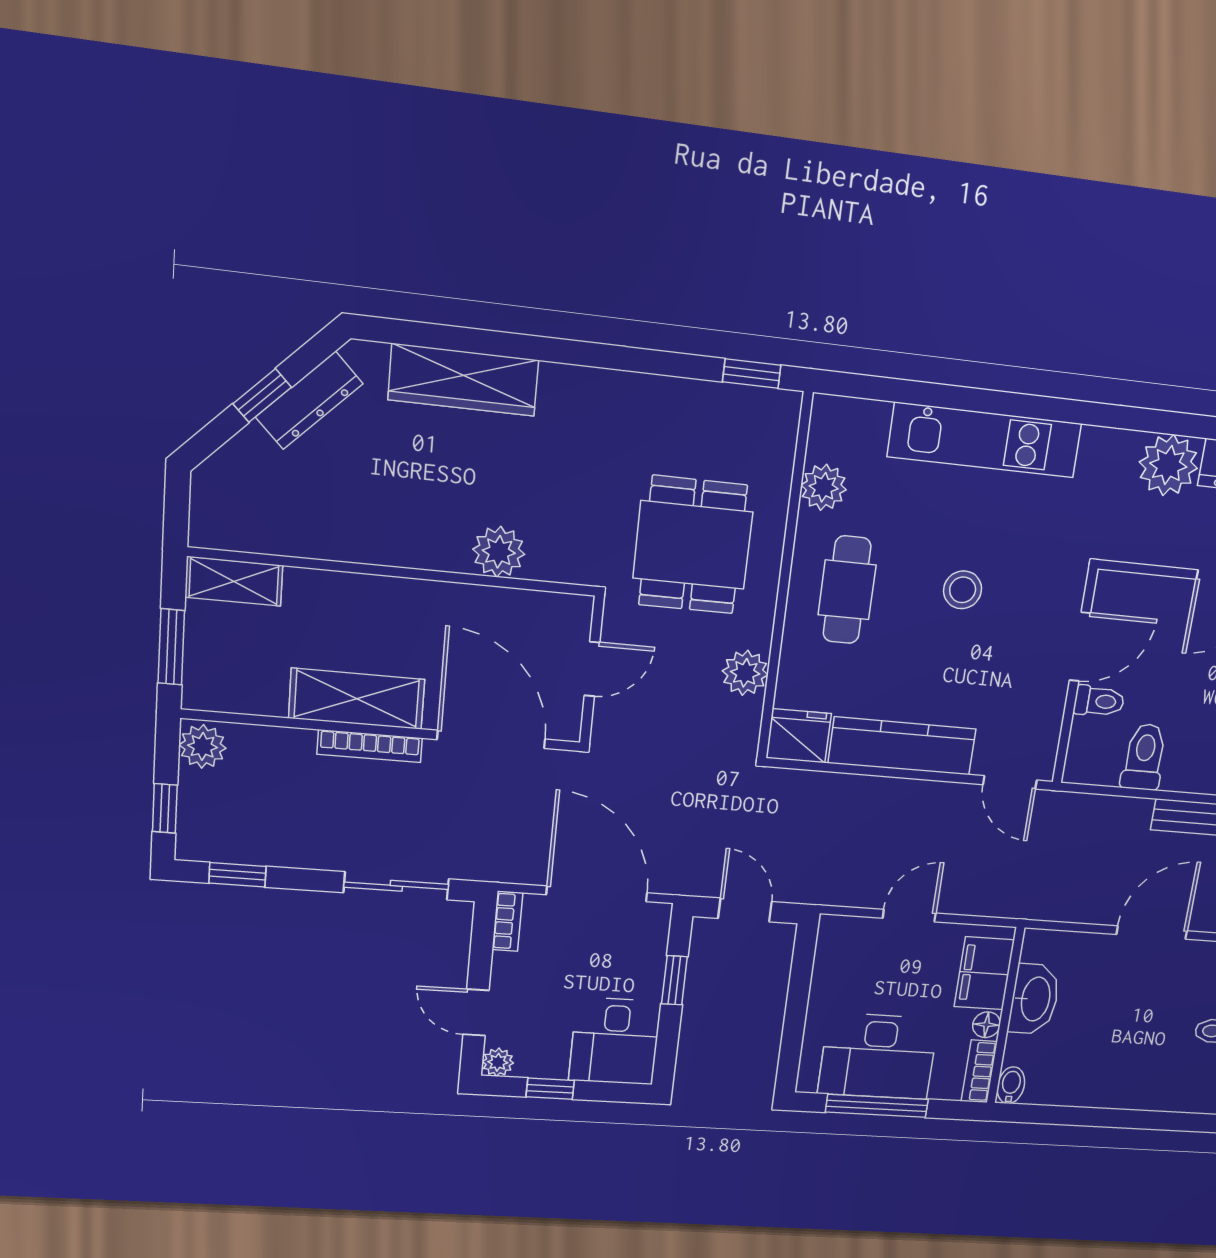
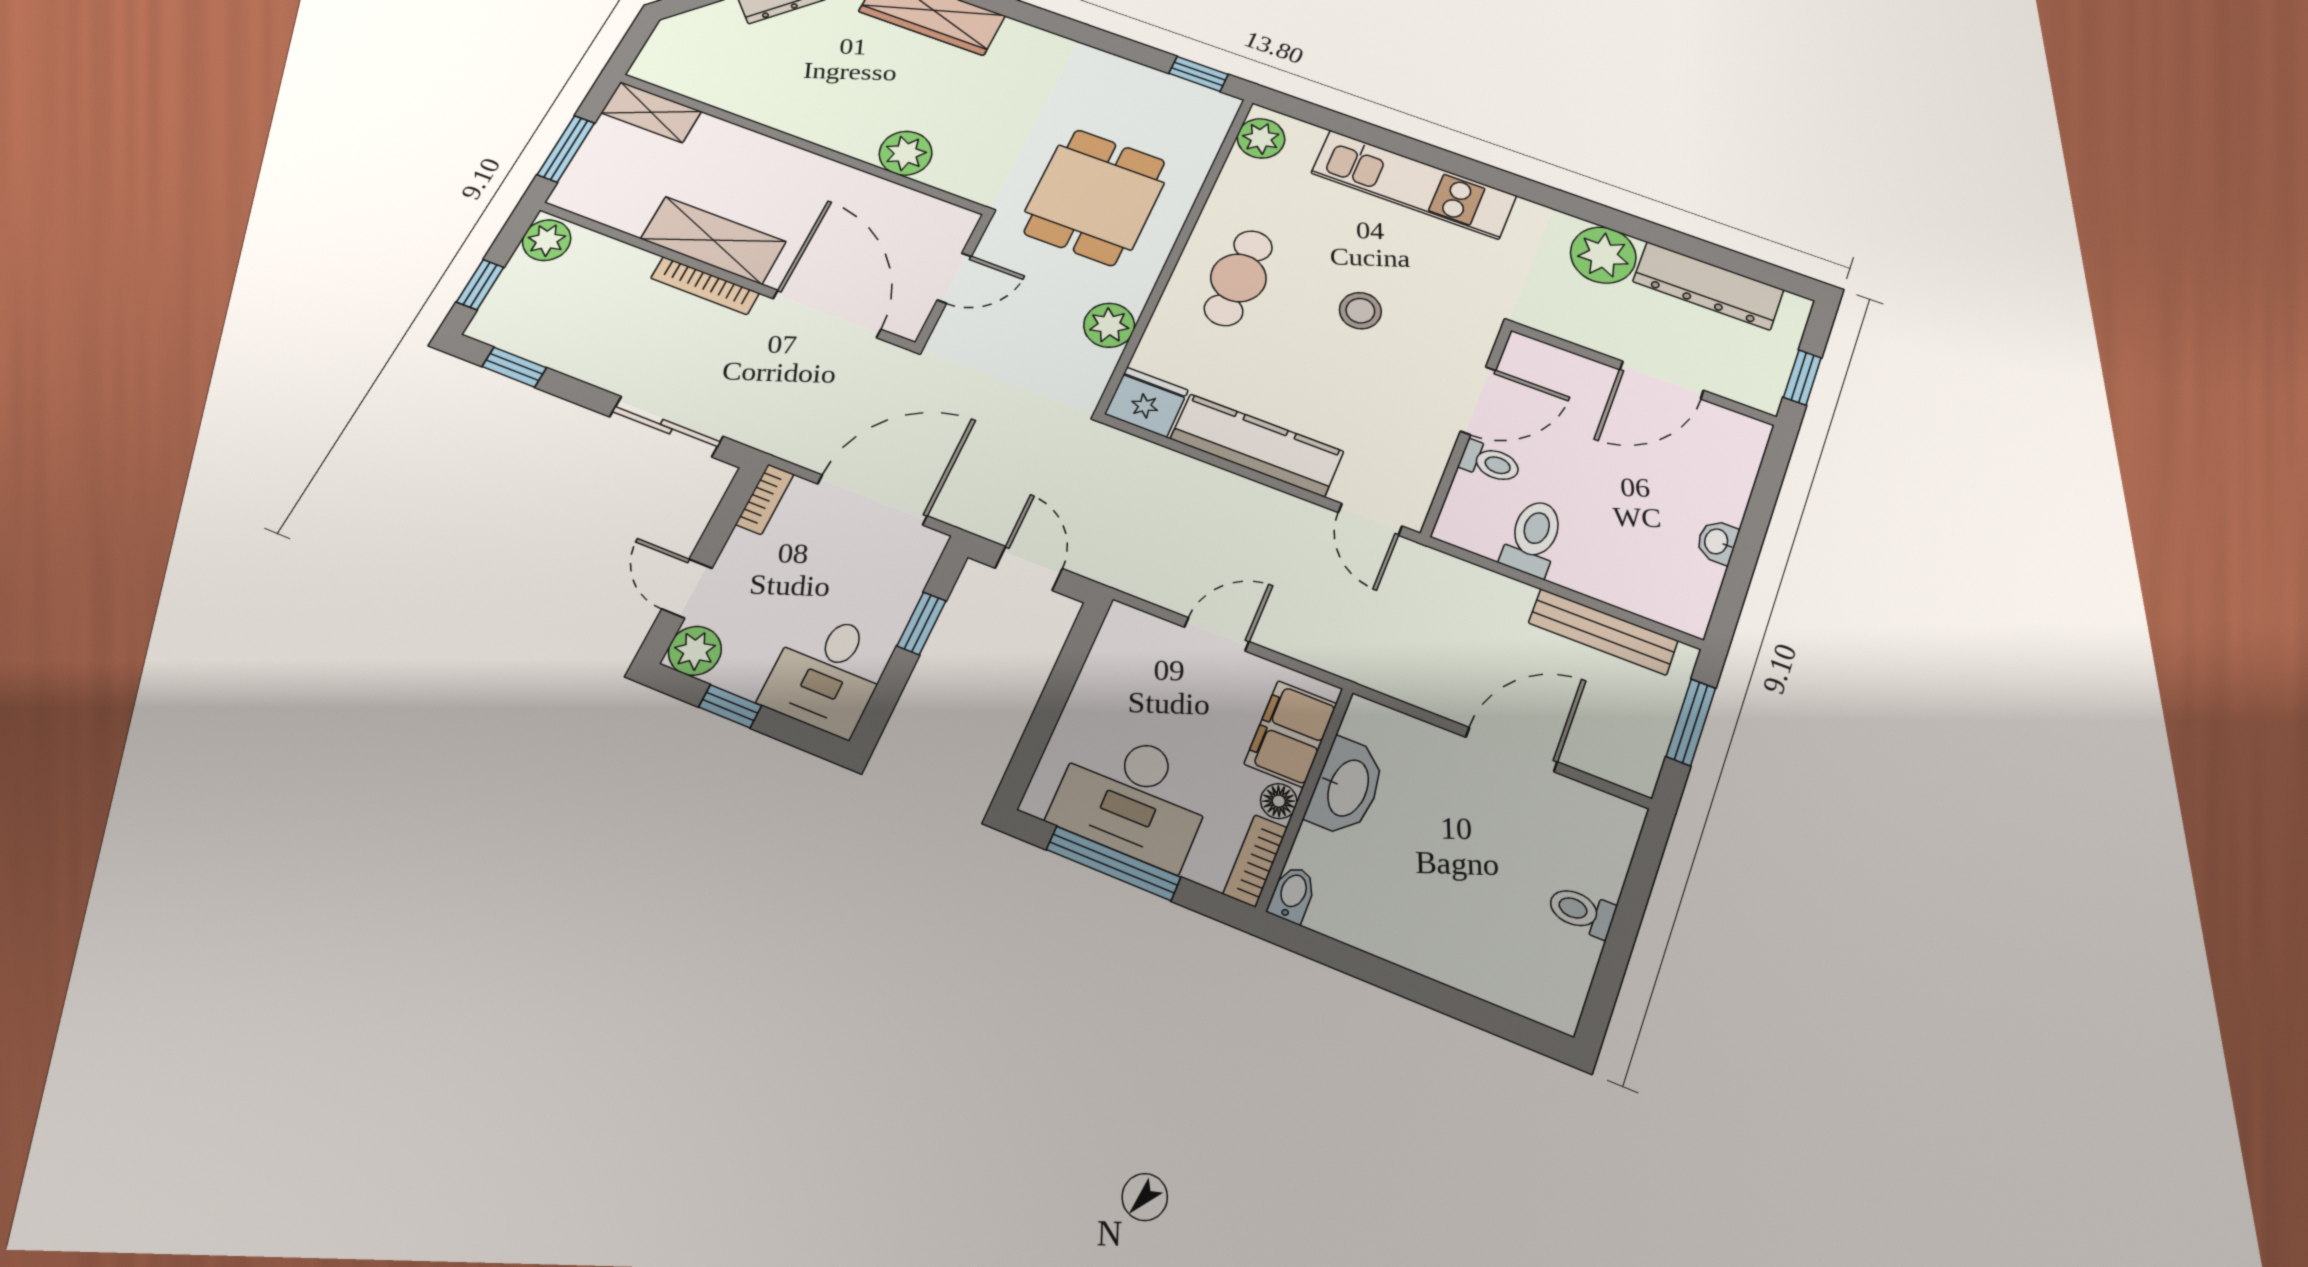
plant: (824, 487) -> (1261, 138), moved
door: (597, 894) -> (872, 500), hinge flipped
plant: (498, 1062) -> (695, 651), width x1.38, depth x1.38

